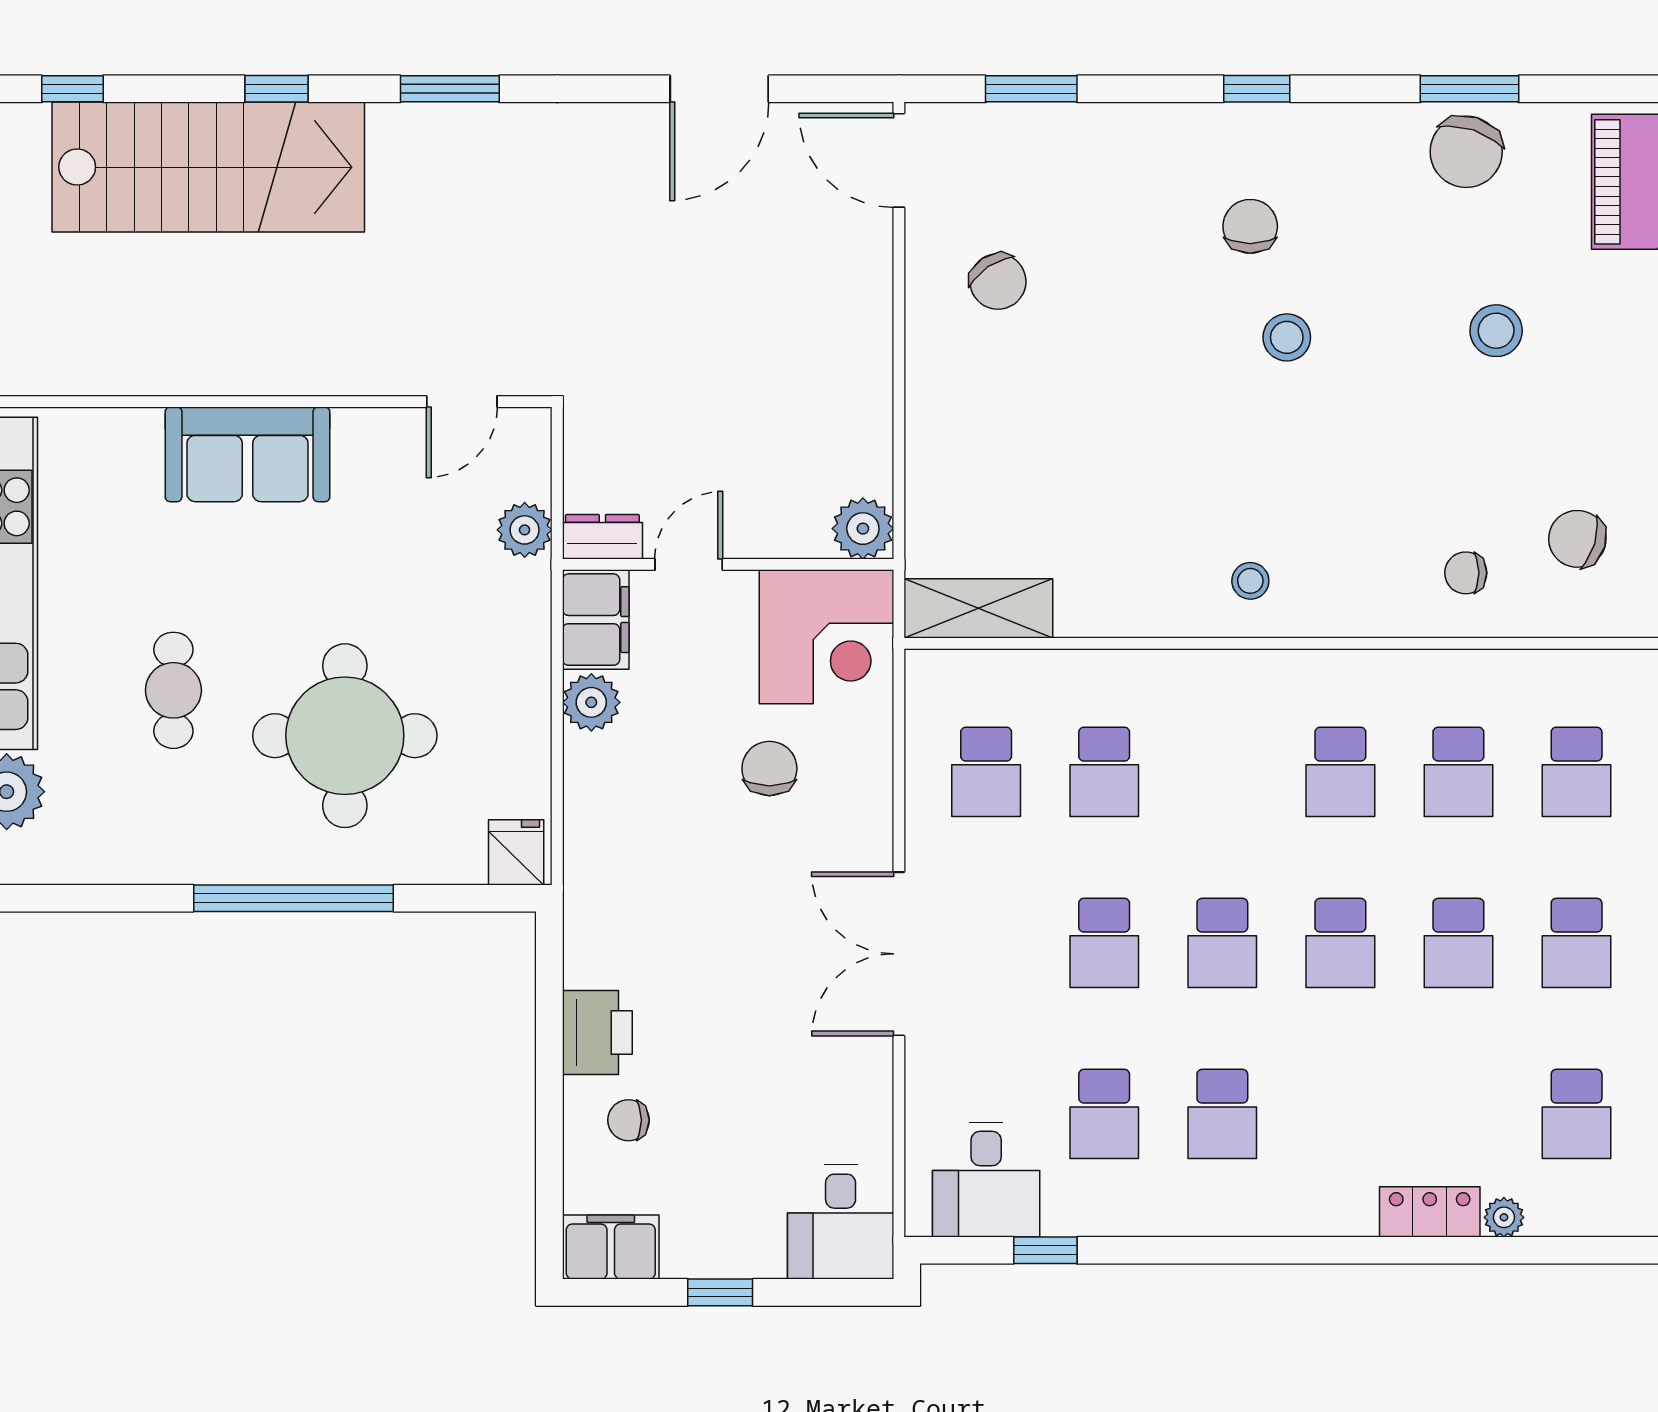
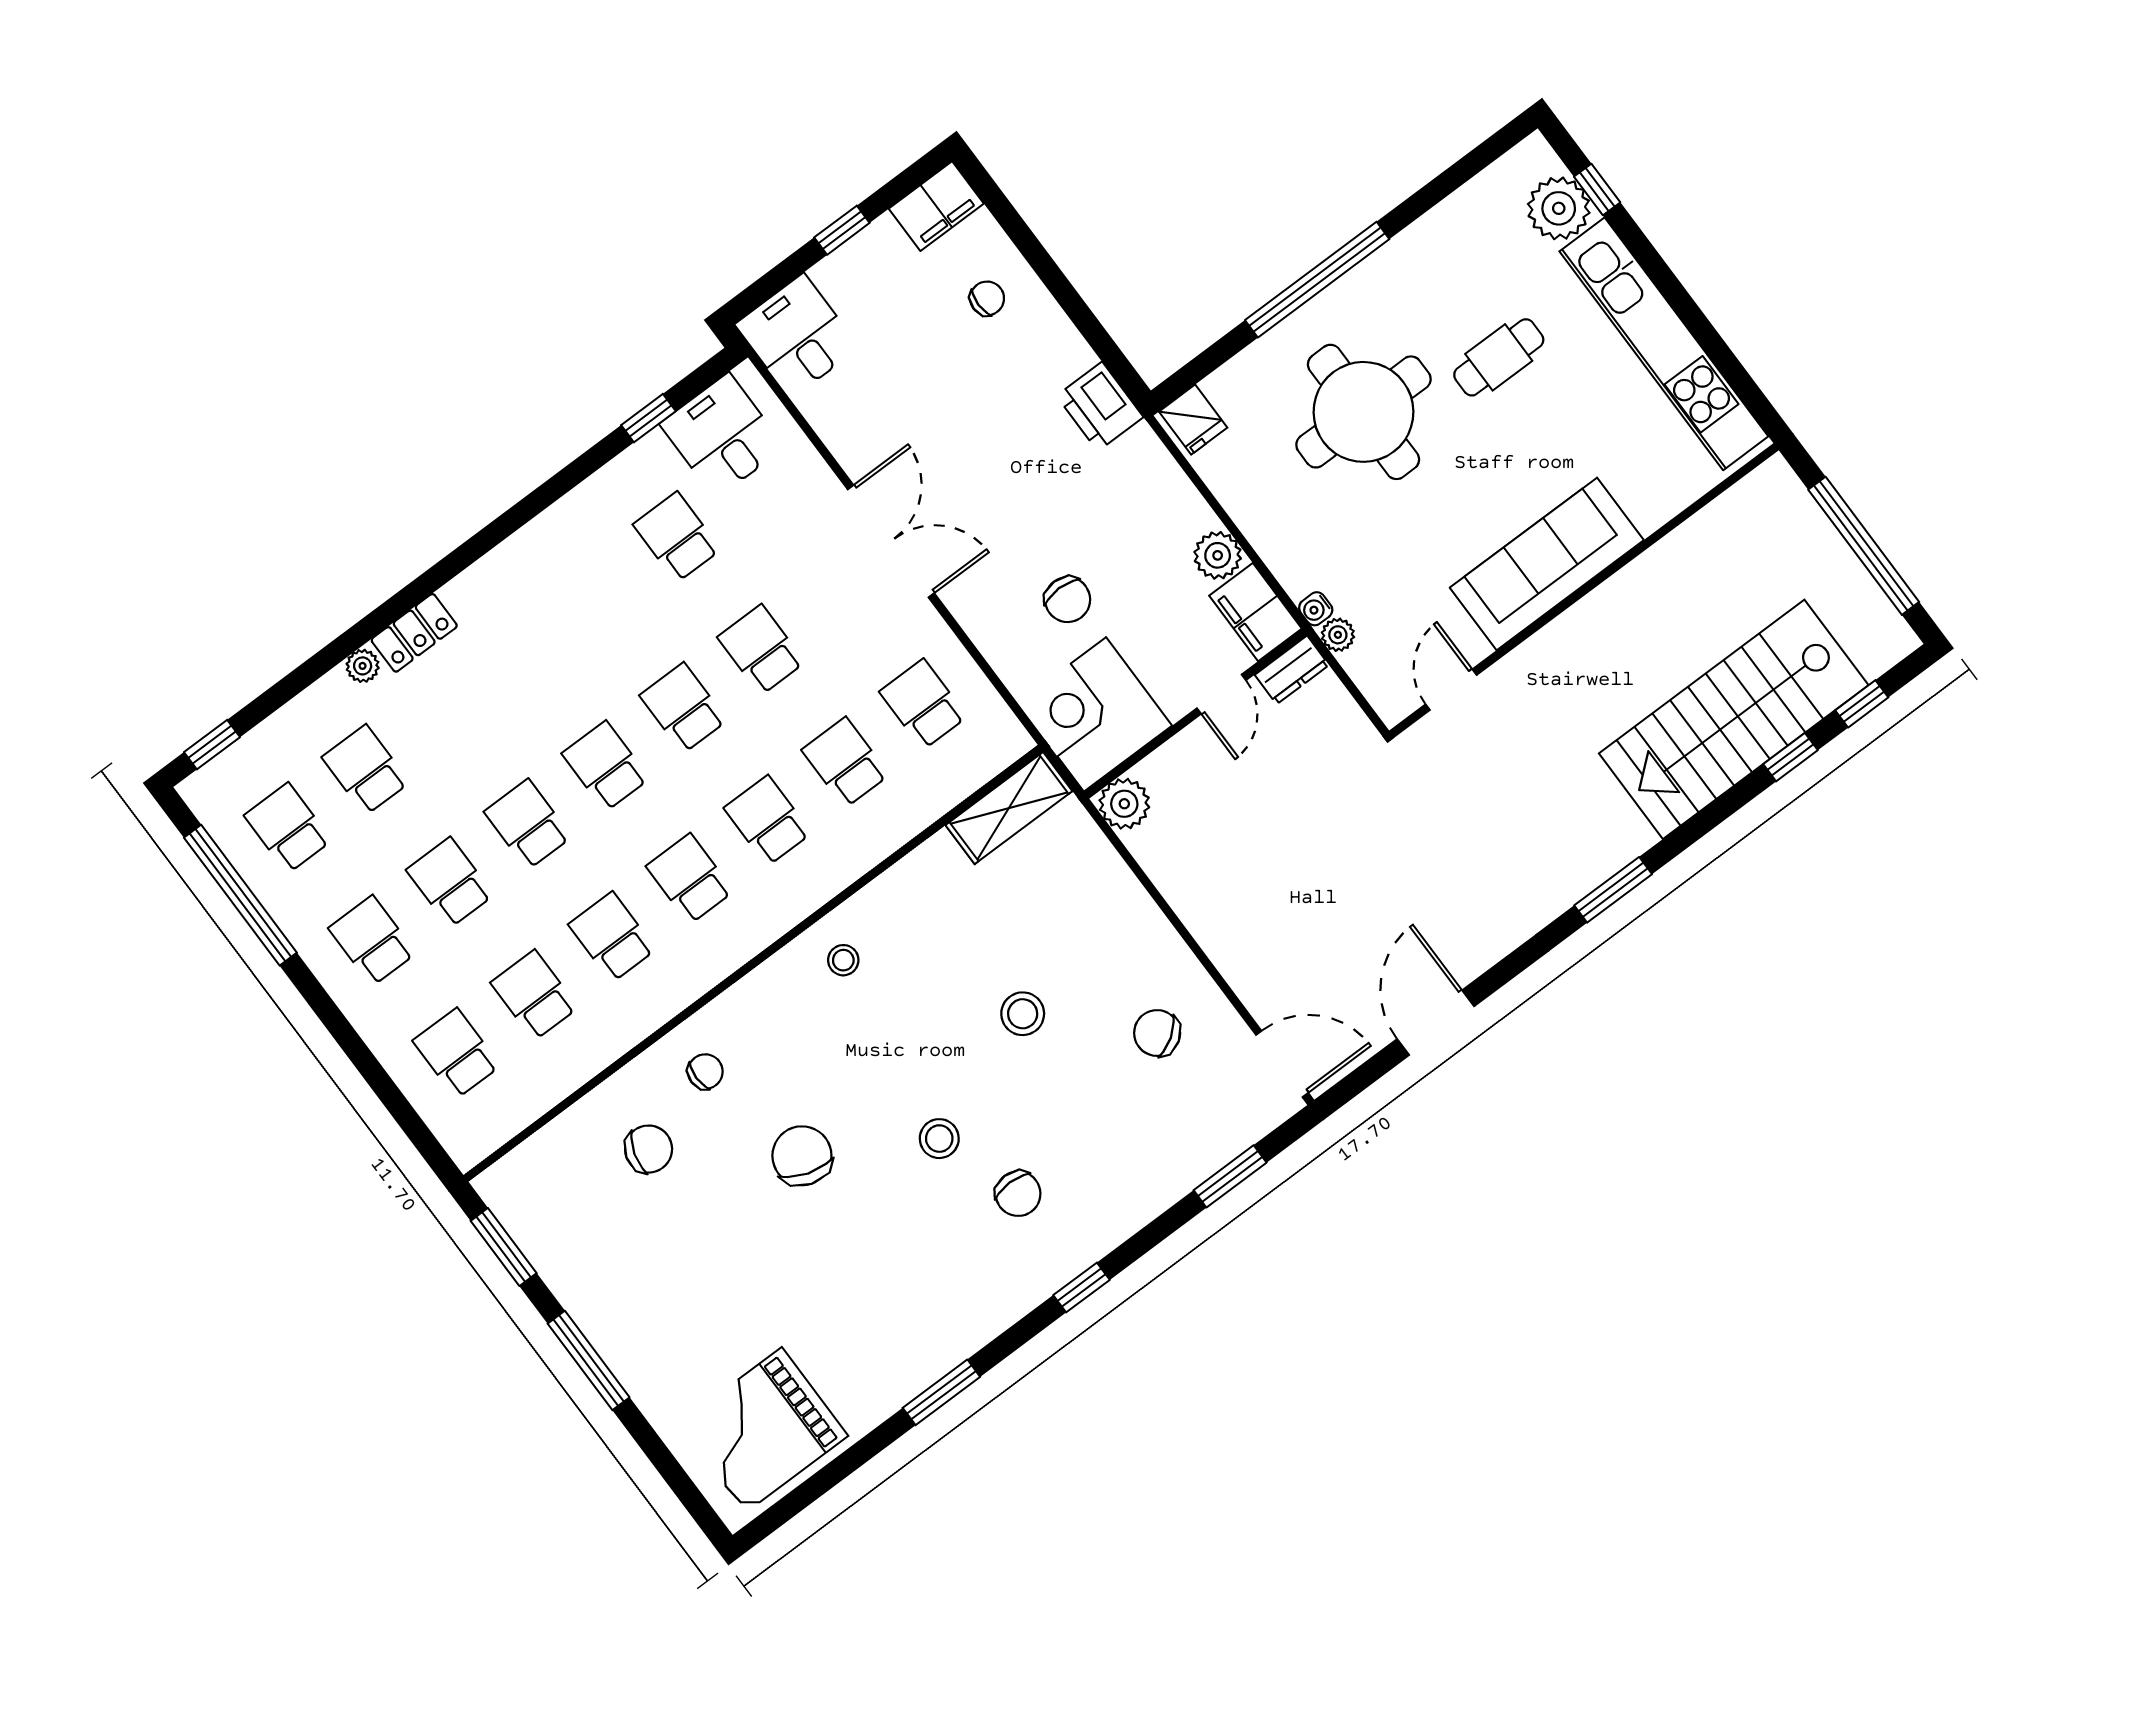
window: (277, 89) -> (1790, 757), moved
chair: (1466, 152) -> (802, 1156), moved
stool: (1496, 331) -> (1023, 1014), moved
sofa: (248, 454) -> (1547, 564), width x1.36
plant: (525, 530) -> (1338, 635), width x0.73, depth x0.73
water cooler: (535, 579) -> (1316, 609), added
cafe table: (173, 690) -> (1499, 357), turned 90
printer: (597, 1033) -> (1100, 406), moved
school desk: (1222, 1114) -> (768, 821), moved

